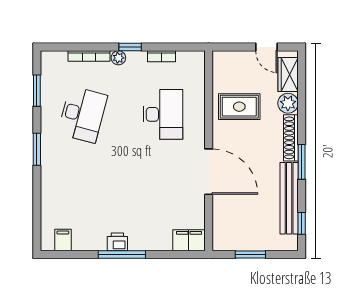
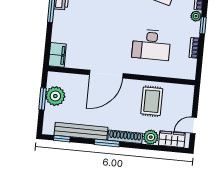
plant: (245, 238) -> (55, 96), added

